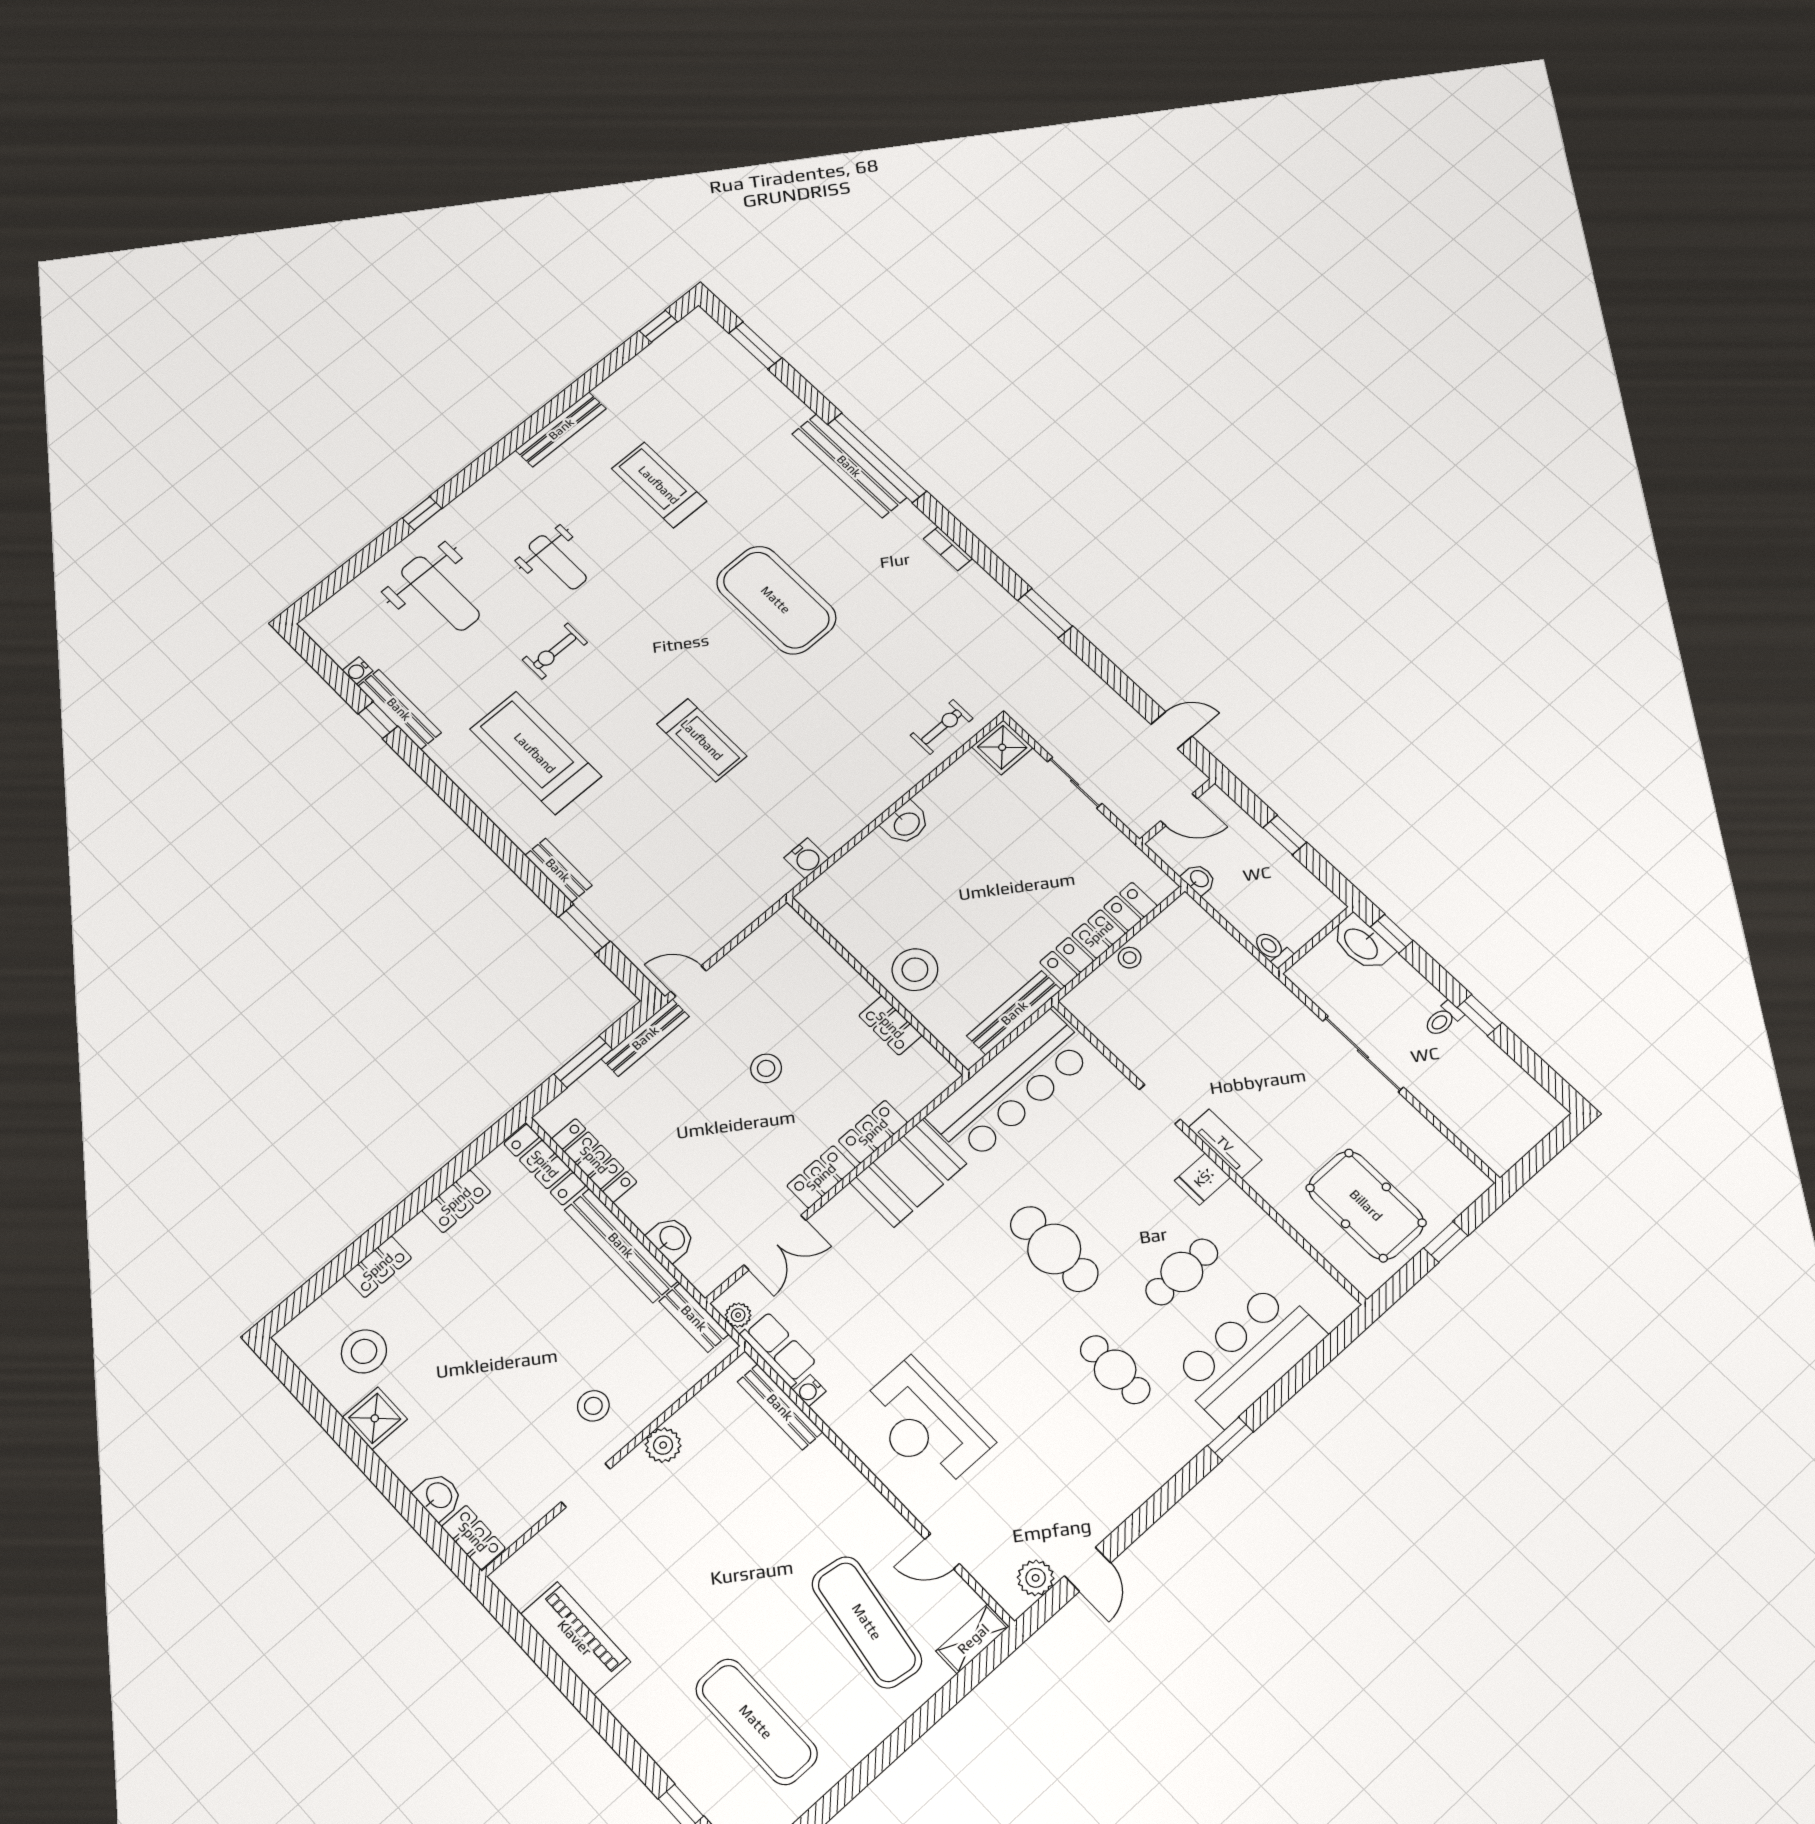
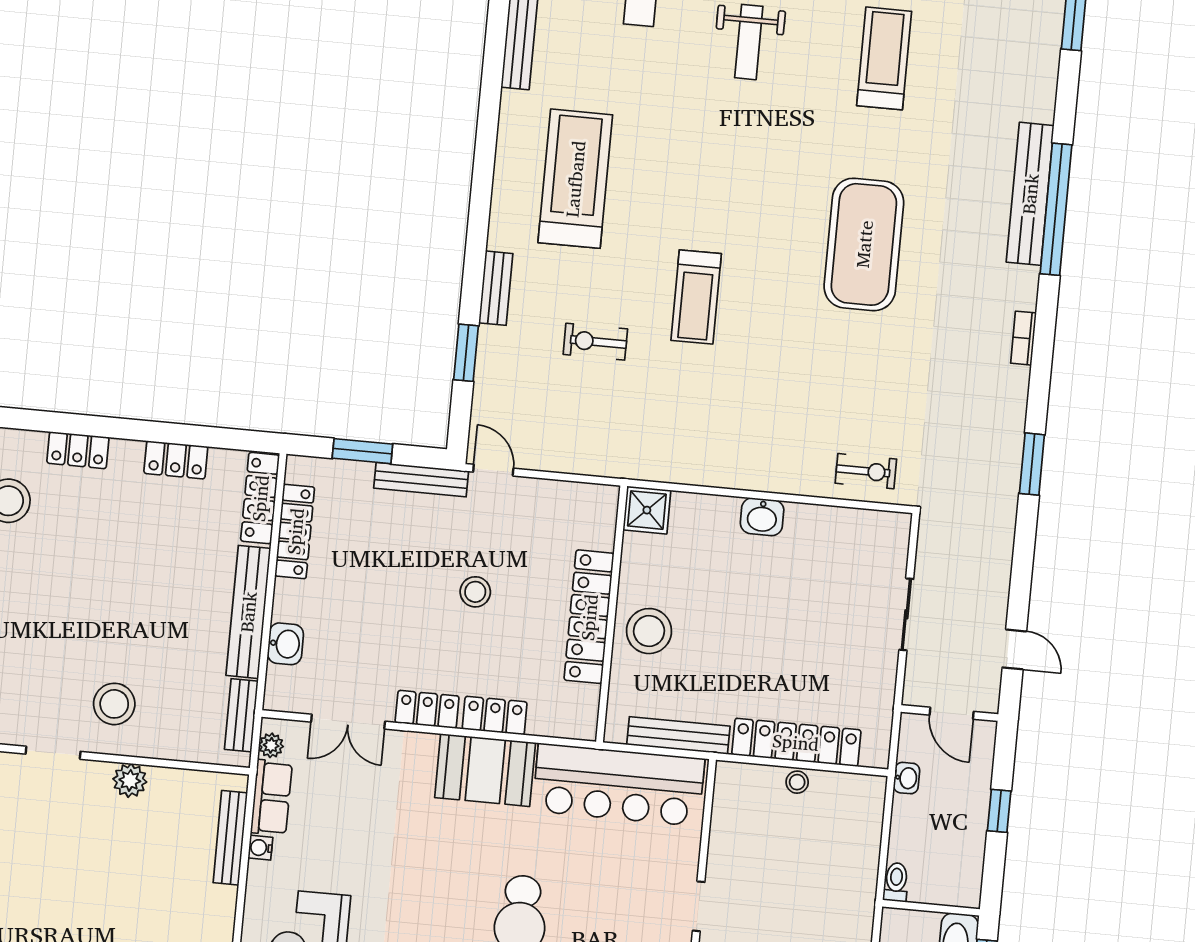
exercise bike: (555, 651) -> (595, 342), moved
window: (378, 720) -> (497, 30), removed
shower: (1002, 747) -> (647, 510), moved
water cooler: (806, 858) -> (668, 467), removed
locker: (890, 1025) -> (589, 617), width x2.16, depth x1.21
stool: (593, 1406) -> (114, 704), width x1.38, depth x1.38

